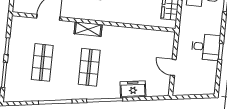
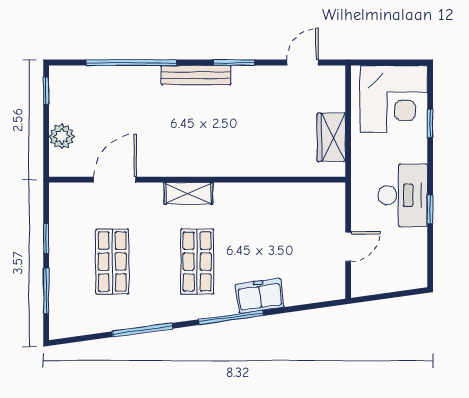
desk: (206, 47) -> (403, 195), width x1.37
door: (173, 67) -> (348, 247), swing flipped
freezer: (133, 89) -> (260, 296), moved

